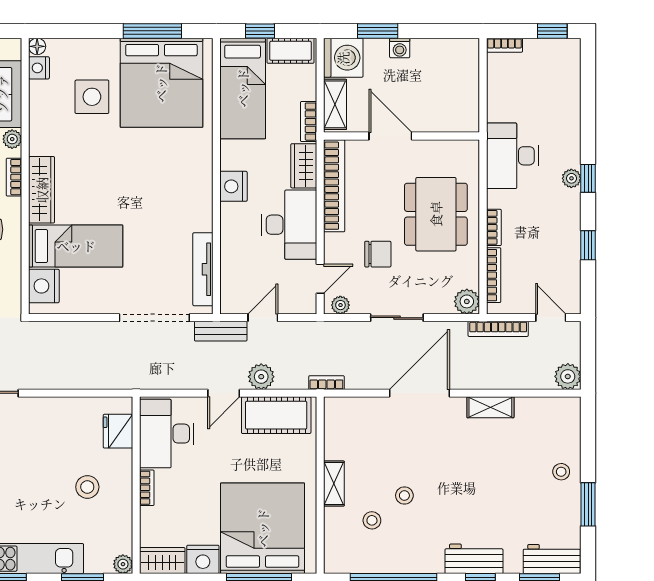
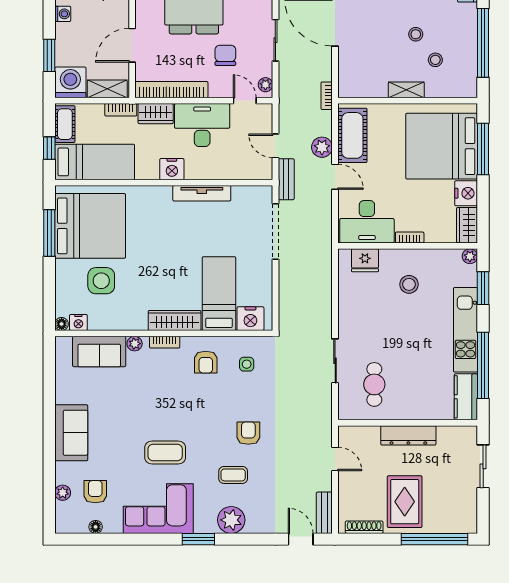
washing machine: (400, 48) -> (63, 14), moved
tv unit: (203, 269) -> (202, 193), moved

